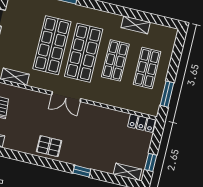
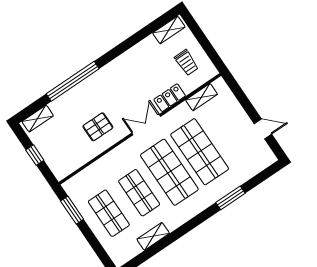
locker: (142, 123) -> (170, 98), moved
pallet: (49, 146) -> (98, 127), moved
window: (151, 162) -> (35, 155), moved
window: (82, 171) -> (73, 81), width x3.17

